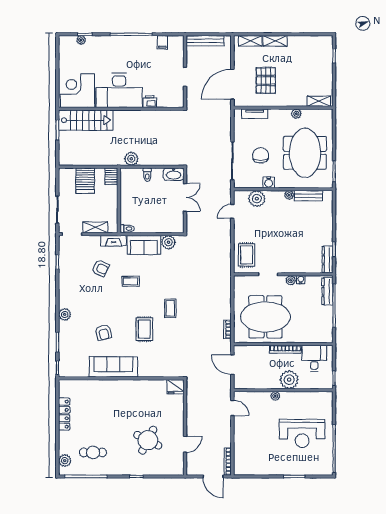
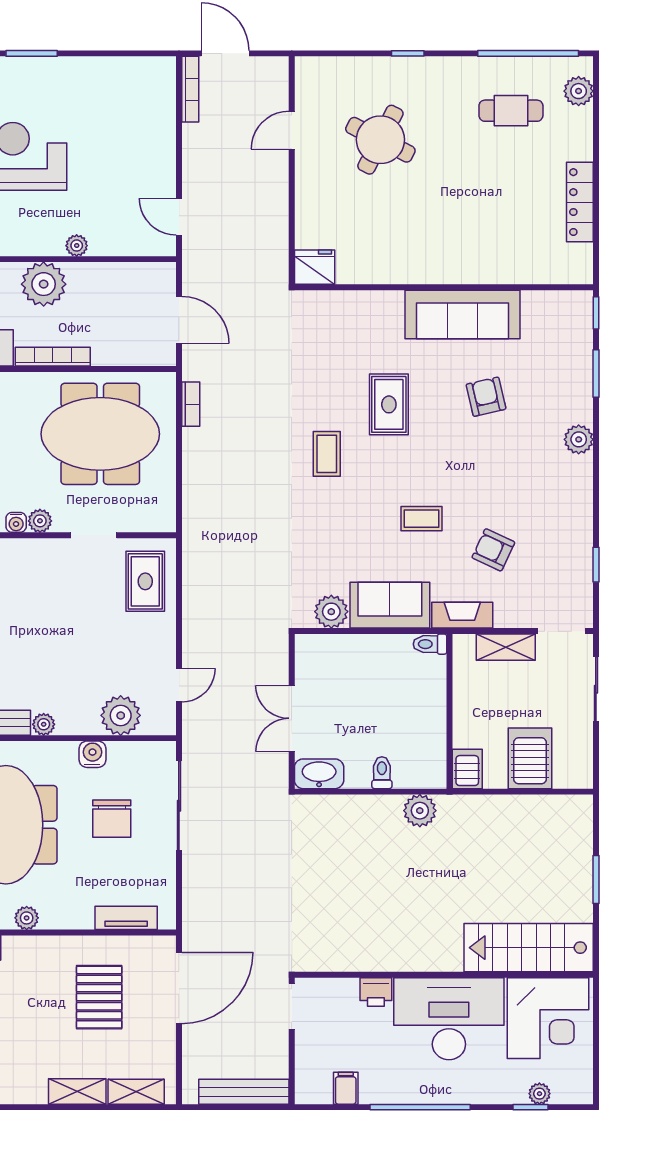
desk: (119, 90) -> (449, 1019), moved
corner desk: (78, 91) -> (548, 1018), moved
printer: (150, 102) -> (376, 992), moved
wall: (121, 109) -> (444, 975), moved
stairs: (86, 120) -> (529, 948), moved

